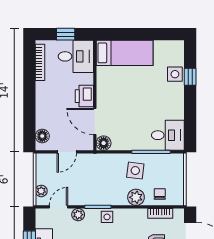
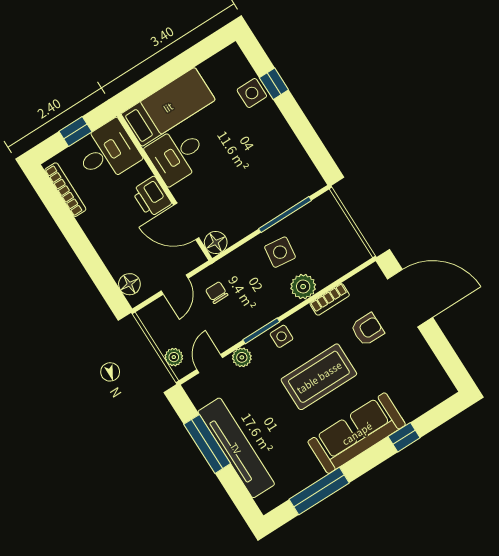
desk: (168, 135) -> (177, 155), moved, turned 180
chair: (160, 194) -> (217, 293), moved
bookcase: (160, 213) -> (330, 299), moved

